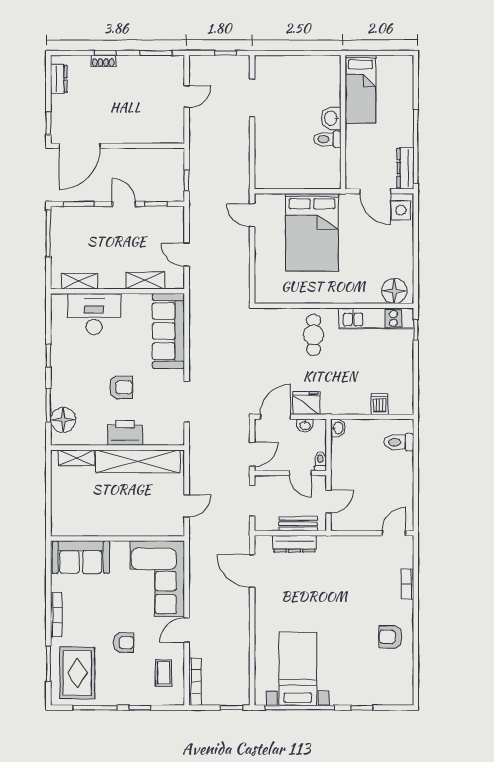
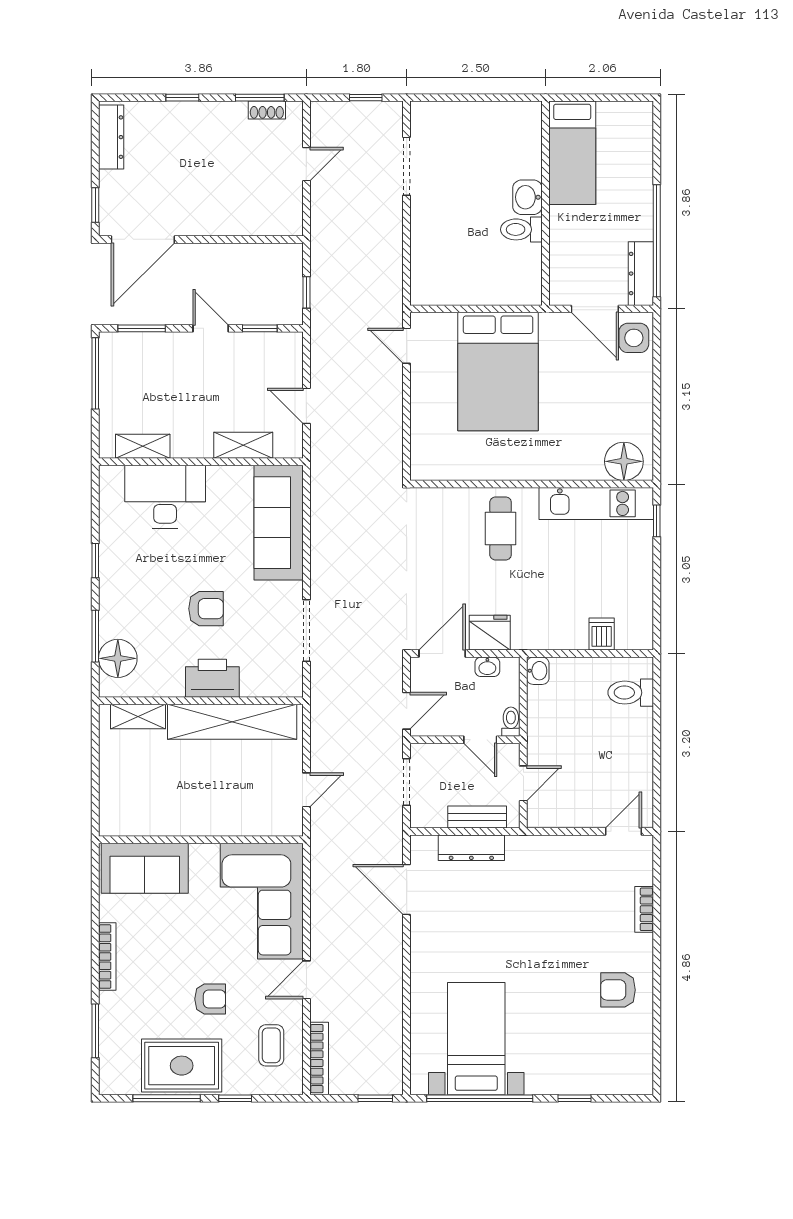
shoe rack: (103, 61) -> (267, 110), moved
dresser: (59, 79) -> (111, 137), width x1.44
rug: (77, 673) -> (182, 1066), moved, turned 90

